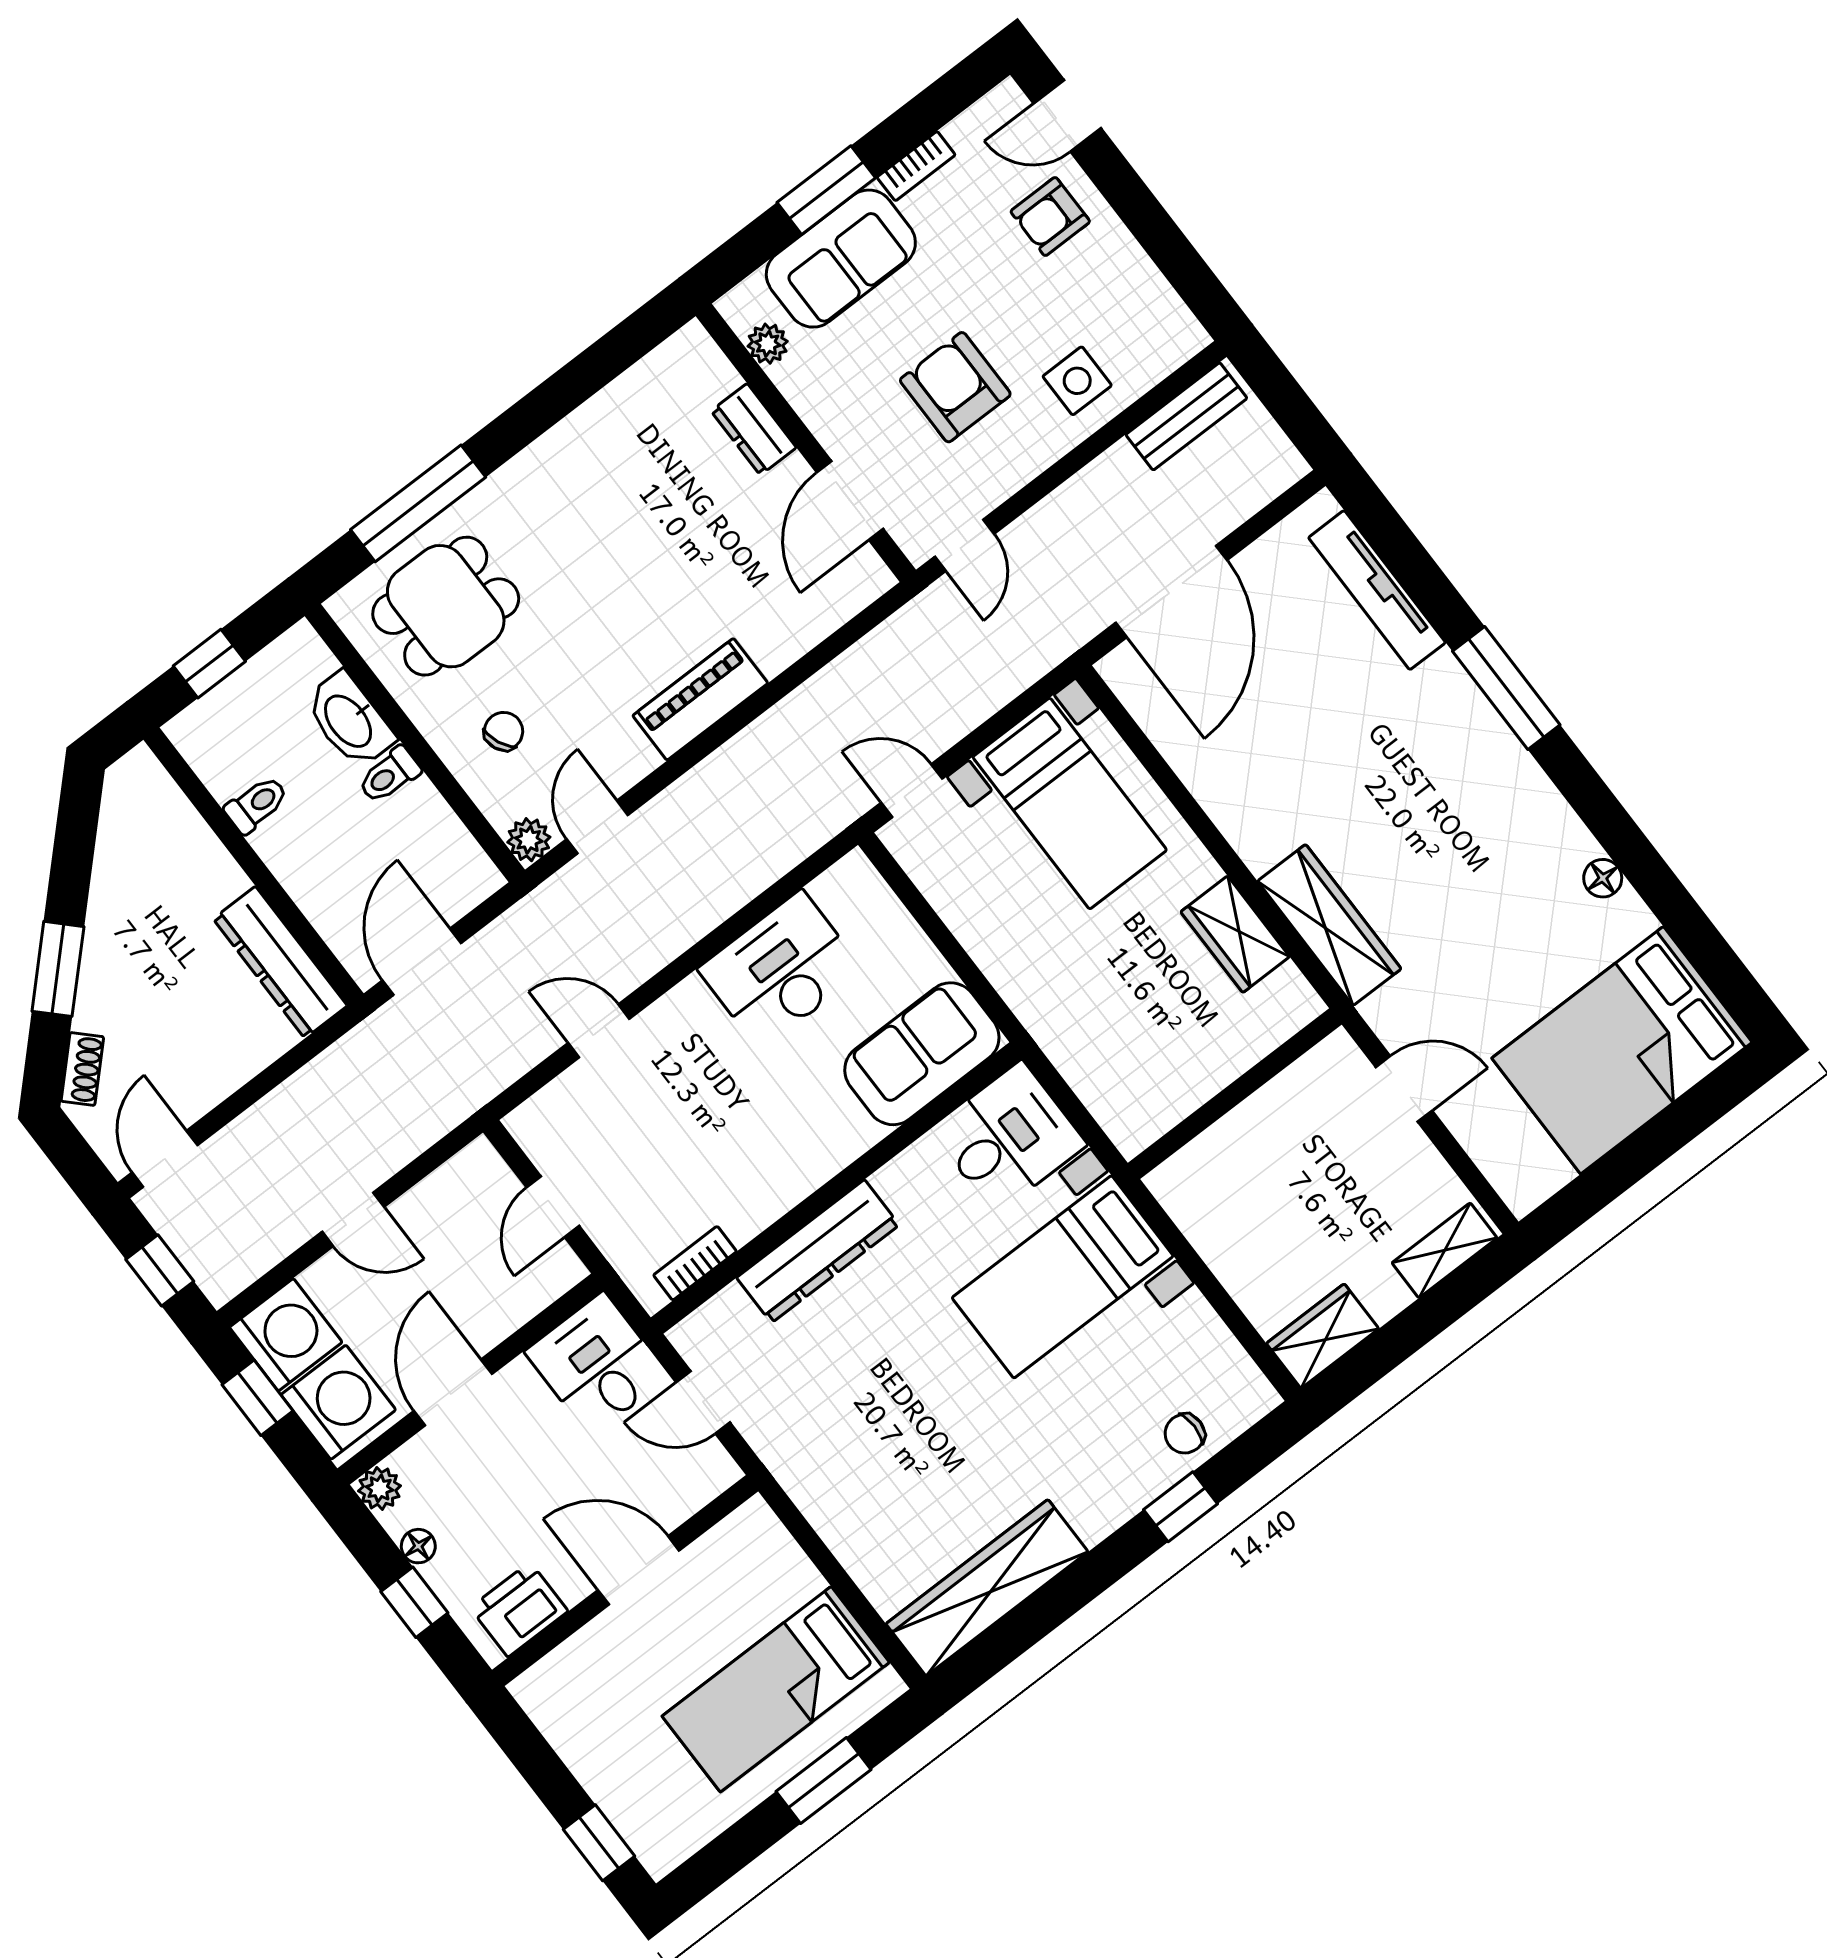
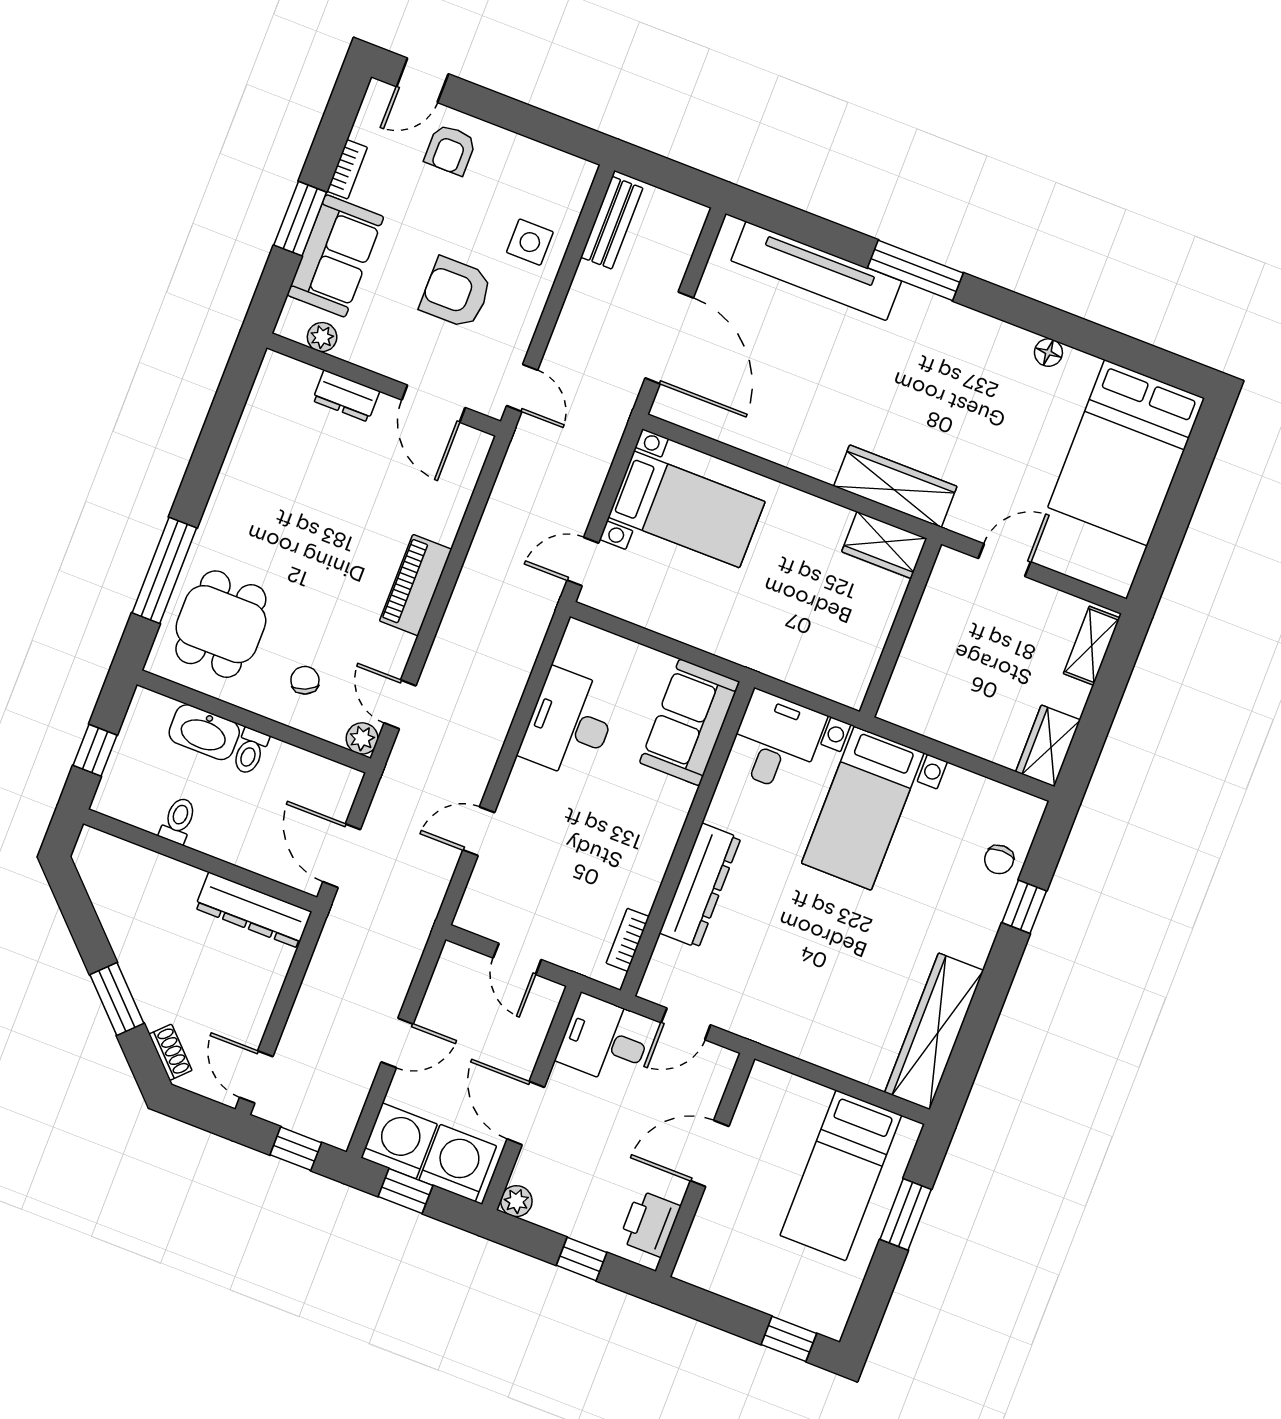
tv unit: (1377, 590) -> (816, 271), width x1.36, depth x1.29
wardrobe: (1235, 934) -> (884, 545), moved
floor lamp: (418, 1546) -> (563, 1222), removed

